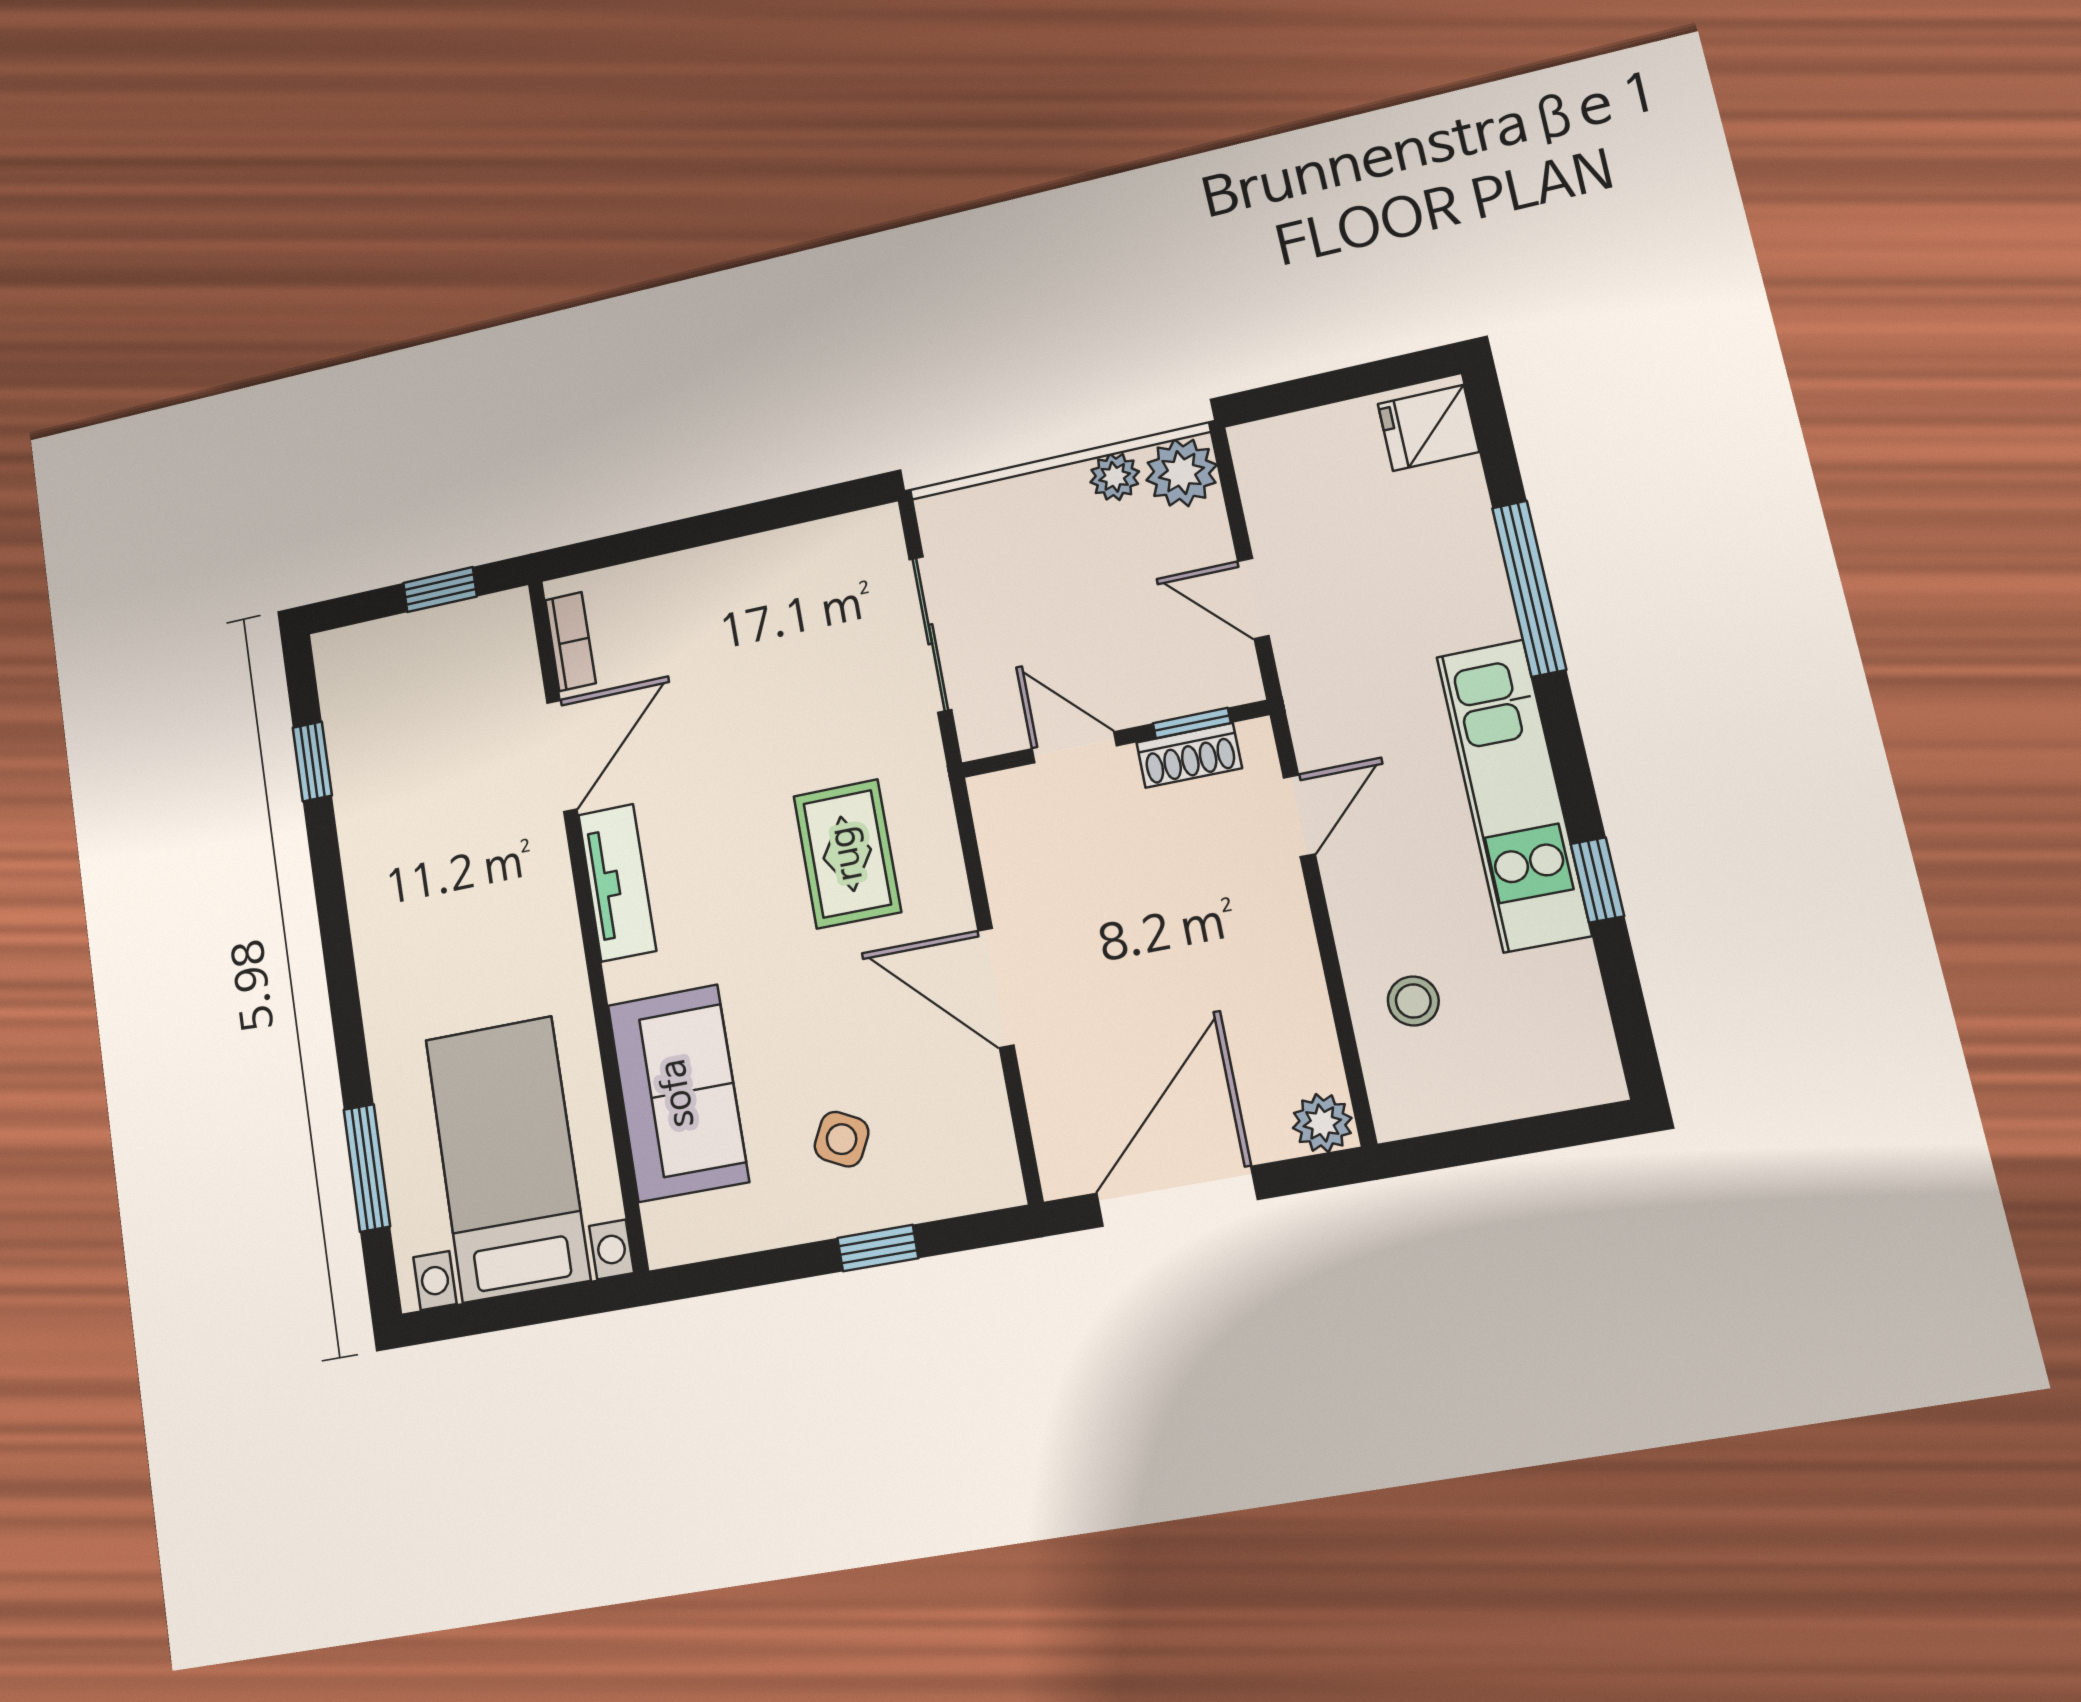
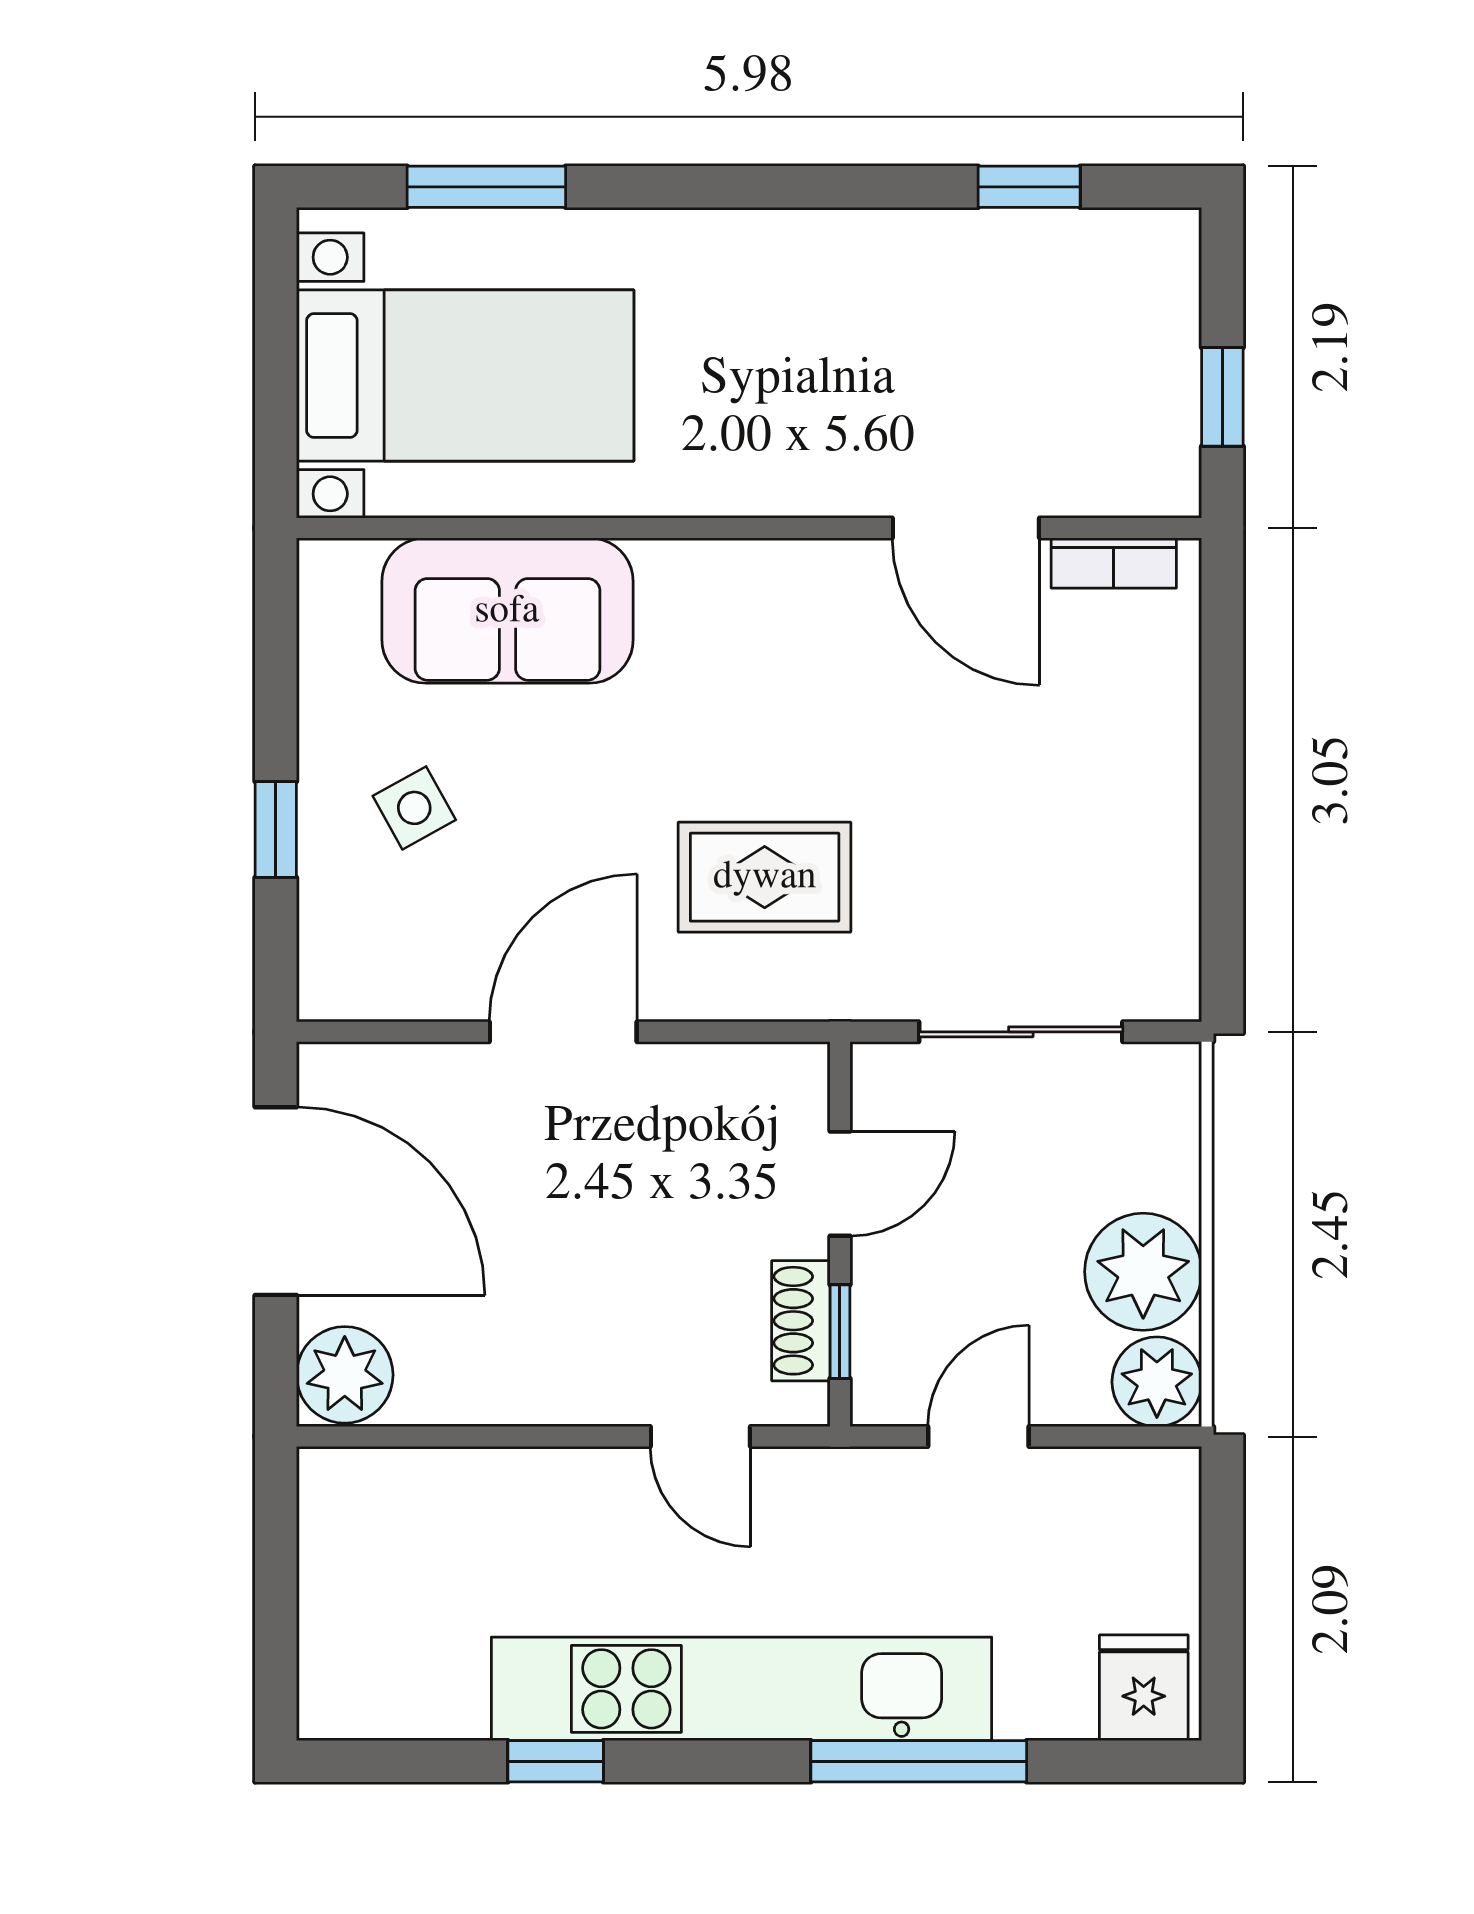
plant: (1115, 477) -> (1143, 1272), width x1.87, depth x1.87
kitchen unit: (1513, 795) -> (741, 1689), width x1.36
tv unit: (617, 883) -> (787, 575), removed
stool: (1413, 1001) -> (454, 1522), removed
plant: (1322, 1123) -> (345, 1375), width x1.38, depth x1.38
side table: (842, 1139) -> (414, 808), turned 34

